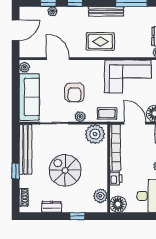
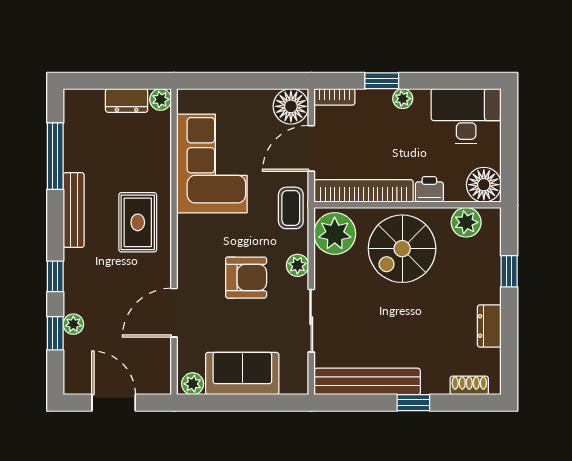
sofa: (29, 97) -> (242, 374), width x0.73
spiral stairs: (65, 170) -> (402, 249), moved

